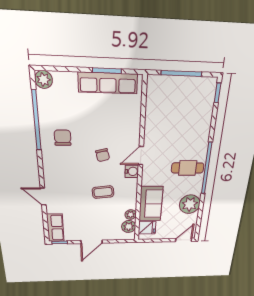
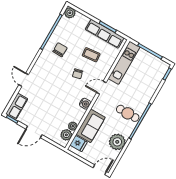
kitchen unit: (154, 109) -> (124, 63), added
water cooler: (132, 171) -> (85, 104), moved
coffee table: (103, 192) -> (91, 55), moved

